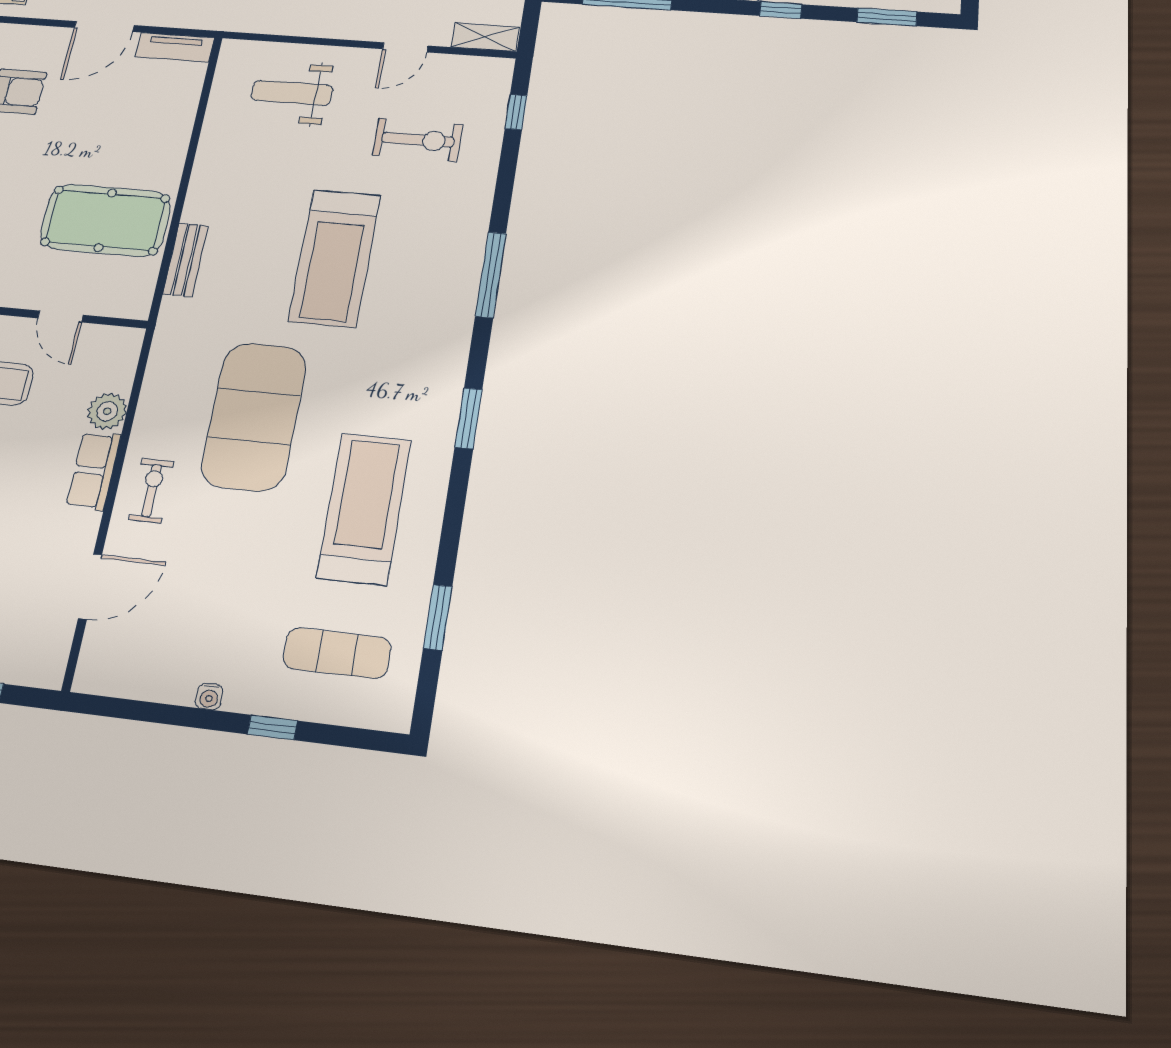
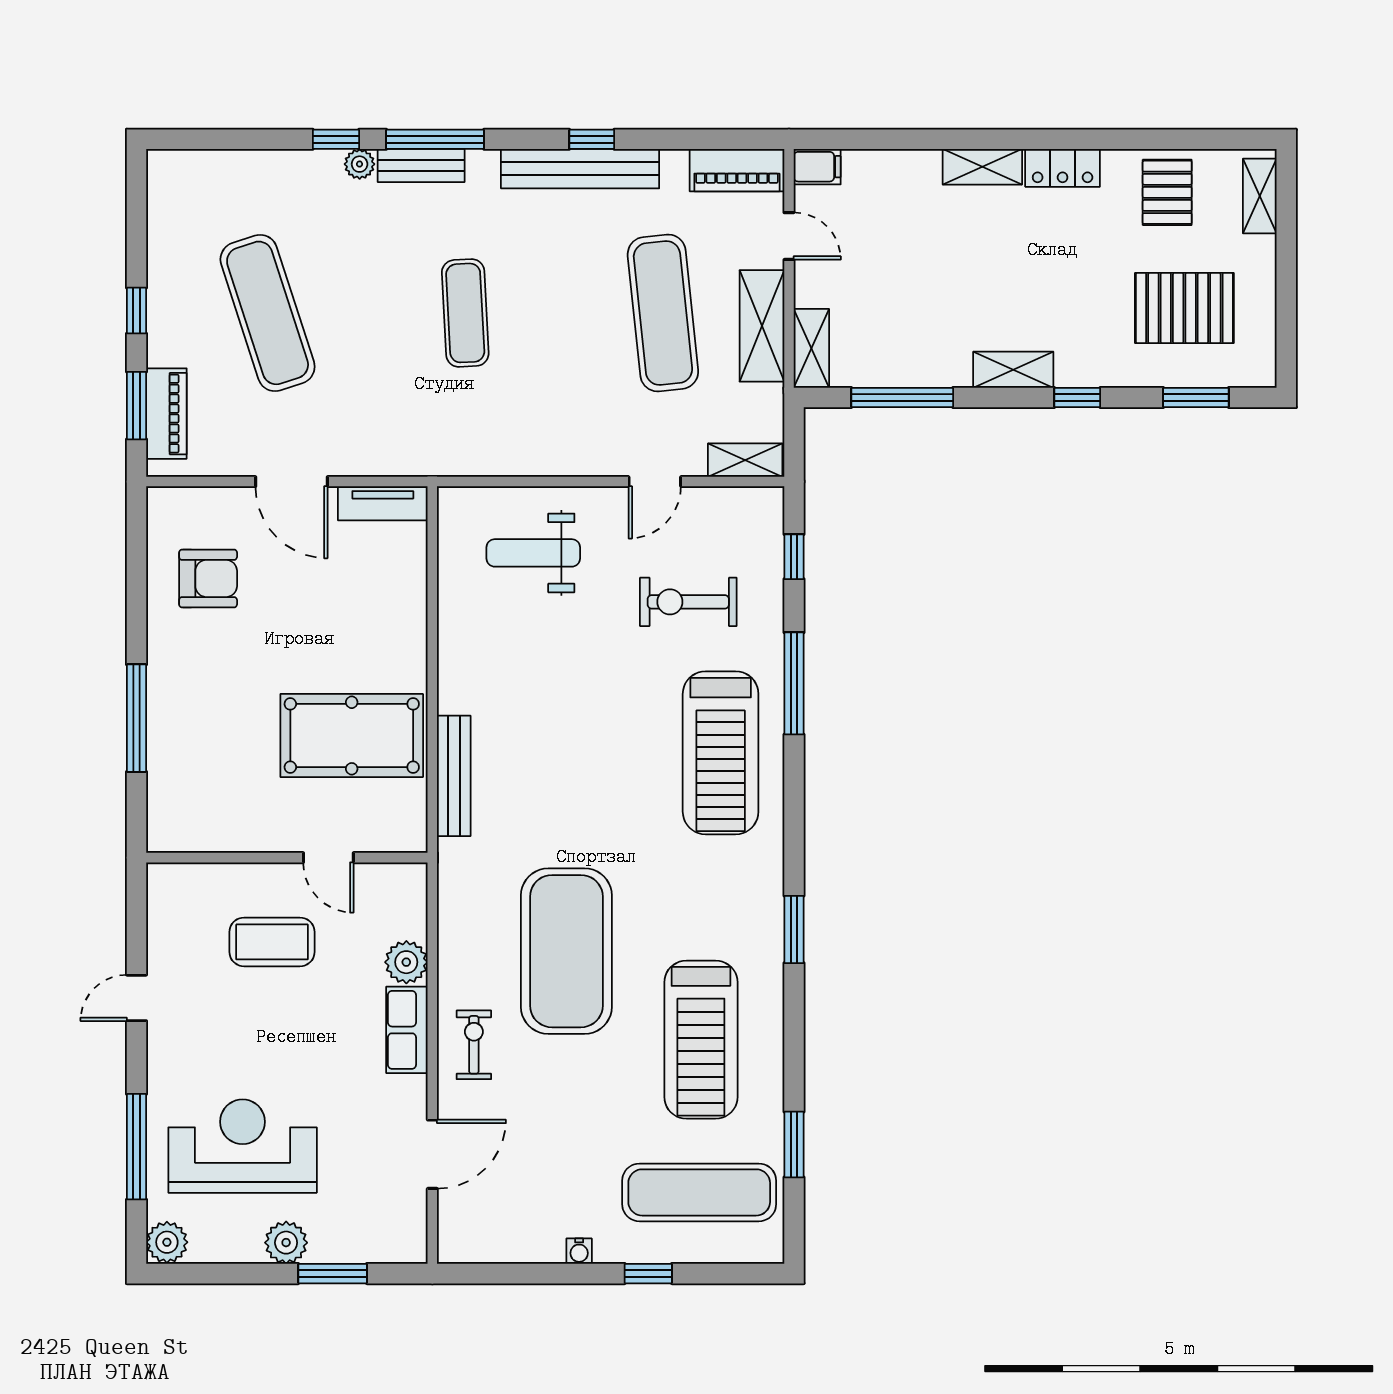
door: (104, 27) -> (292, 482), hinge flipped
exercise bike: (418, 140) -> (688, 602), turned 180
treadmill: (335, 258) -> (721, 753), moved
bench: (186, 260) -> (454, 776), width x1.36
window: (491, 275) -> (794, 683), moved
treadmill: (364, 508) -> (701, 1040), turned 180
exercise mat: (337, 653) -> (699, 1192), width x1.36, depth x1.45

